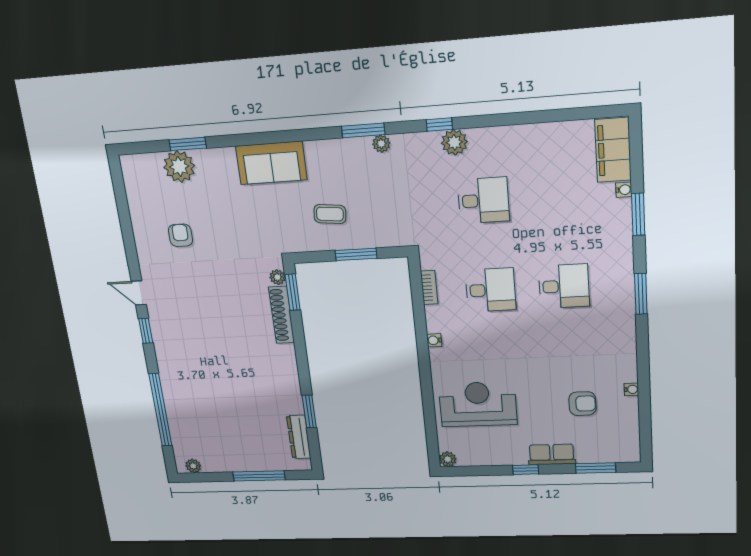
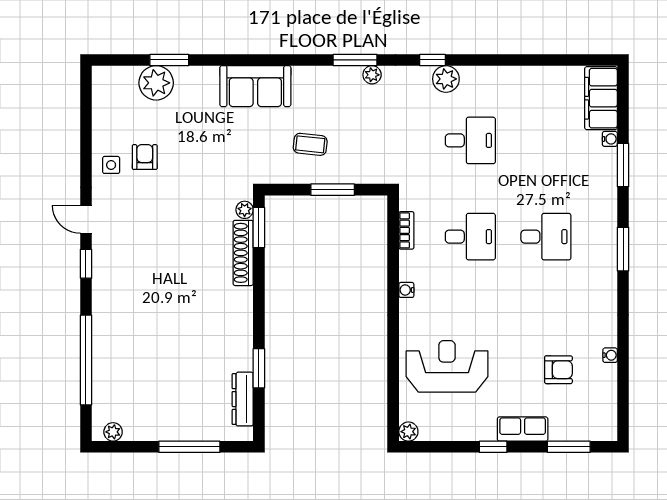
side table: (152, 244) -> (111, 165), added

